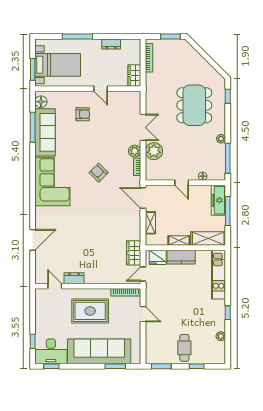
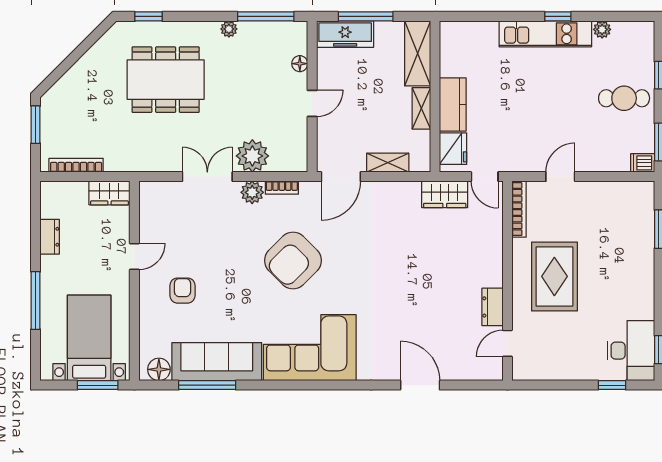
armchair: (99, 173) -> (293, 260), width x1.88, depth x1.88
kitchen unit: (219, 275) -> (545, 34), moved
sofa: (99, 351) -> (631, 259), removed
dishwasher: (150, 358) -> (643, 163), added

